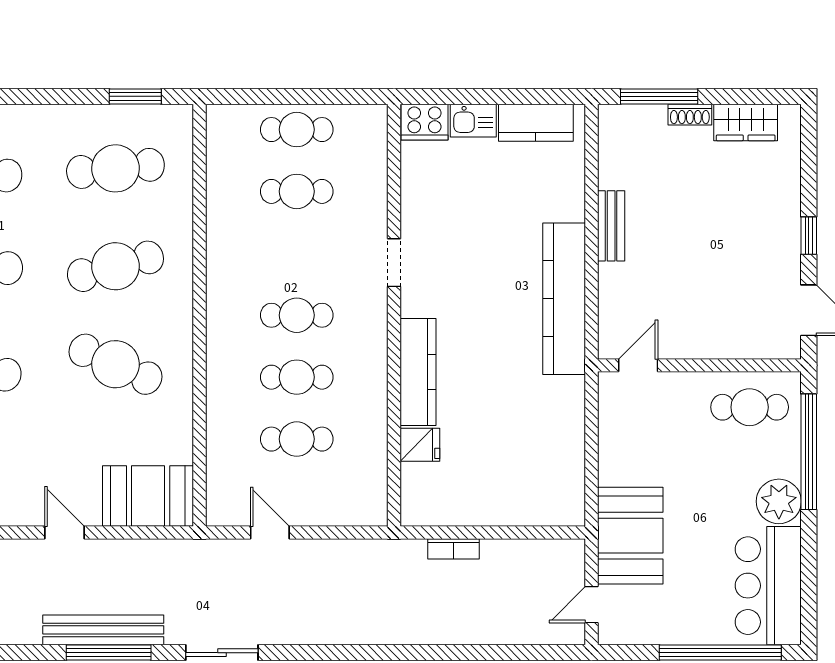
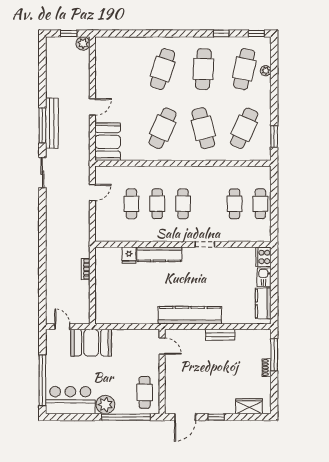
wardrobe: (746, 122) -> (249, 406), moved, turned 90
cafe table: (115, 168) -> (244, 128), turned 30

